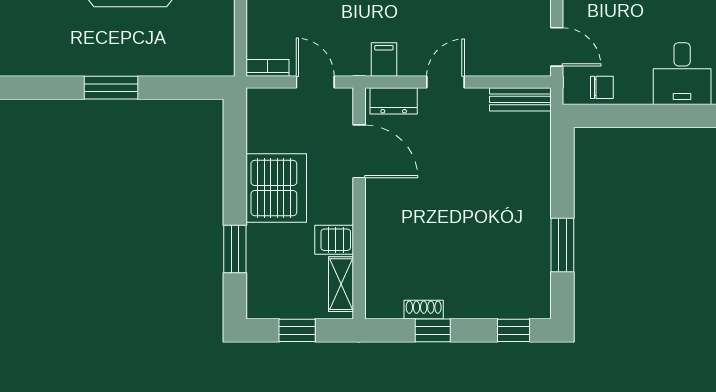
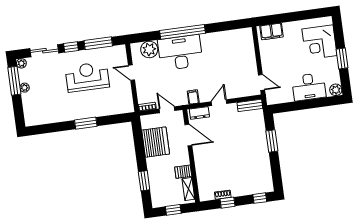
desk: (682, 74) -> (309, 87), width x1.37
chair: (602, 87) -> (282, 96), removed
server rack: (276, 188) -> (156, 142), moved
window: (562, 245) -> (272, 141), moved

